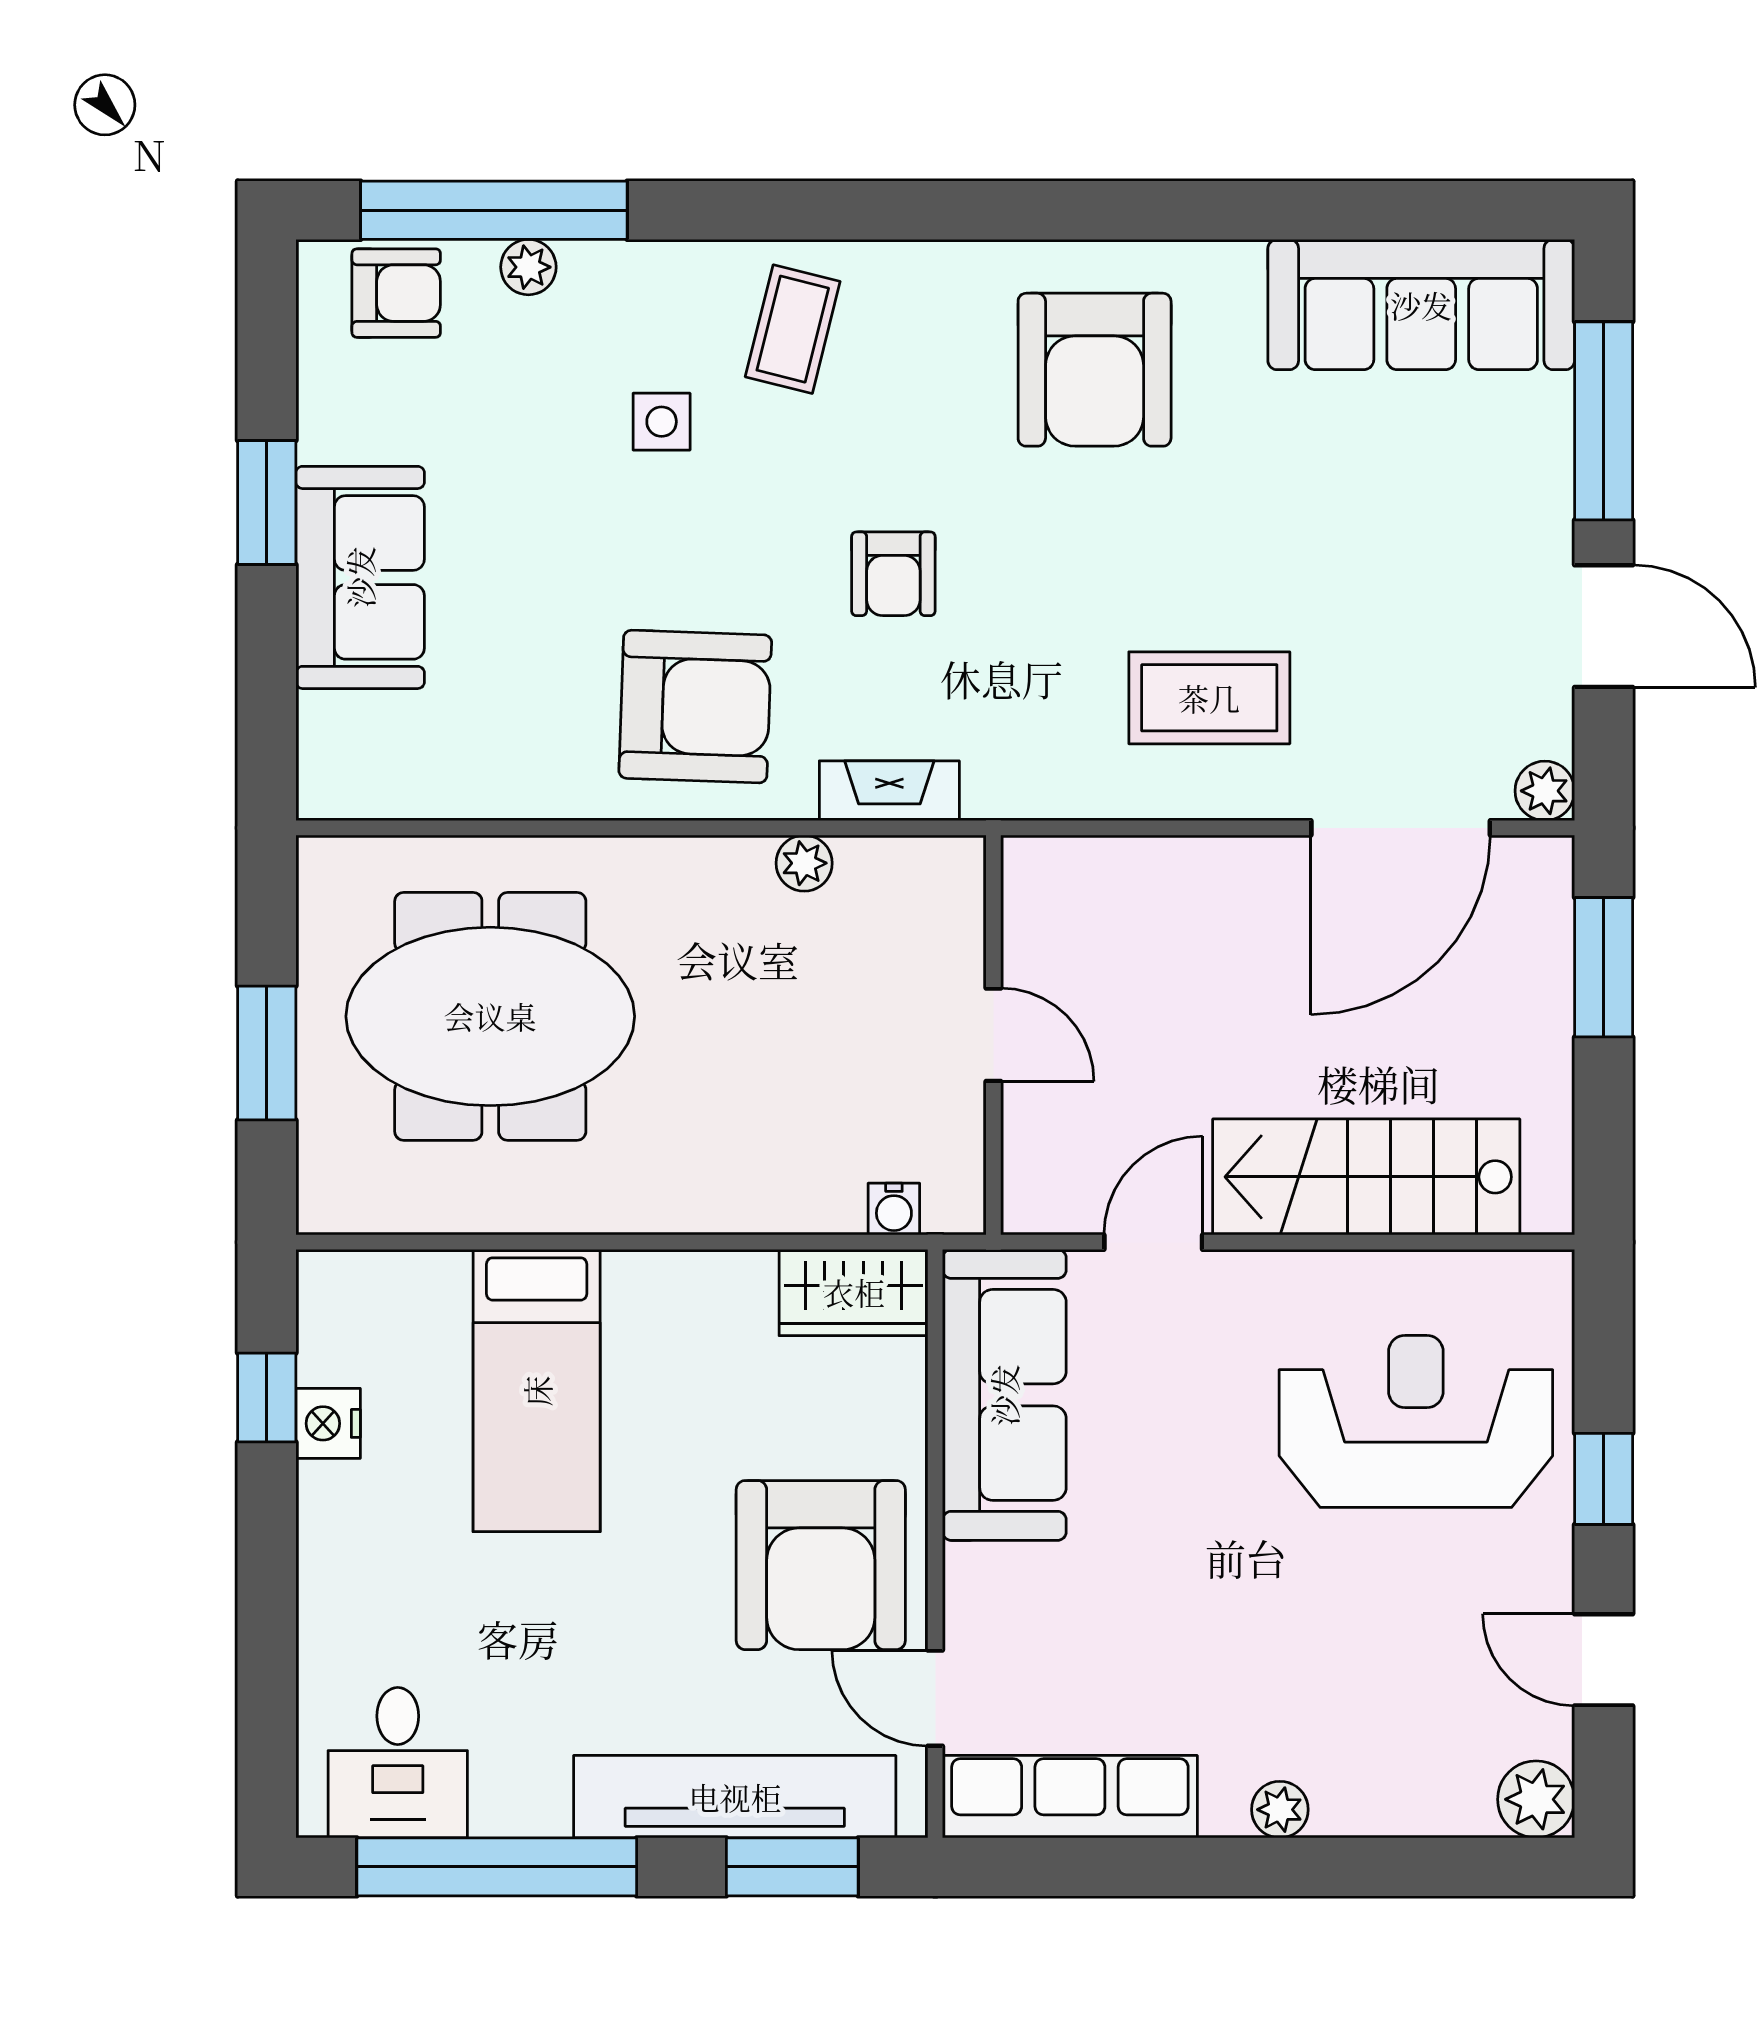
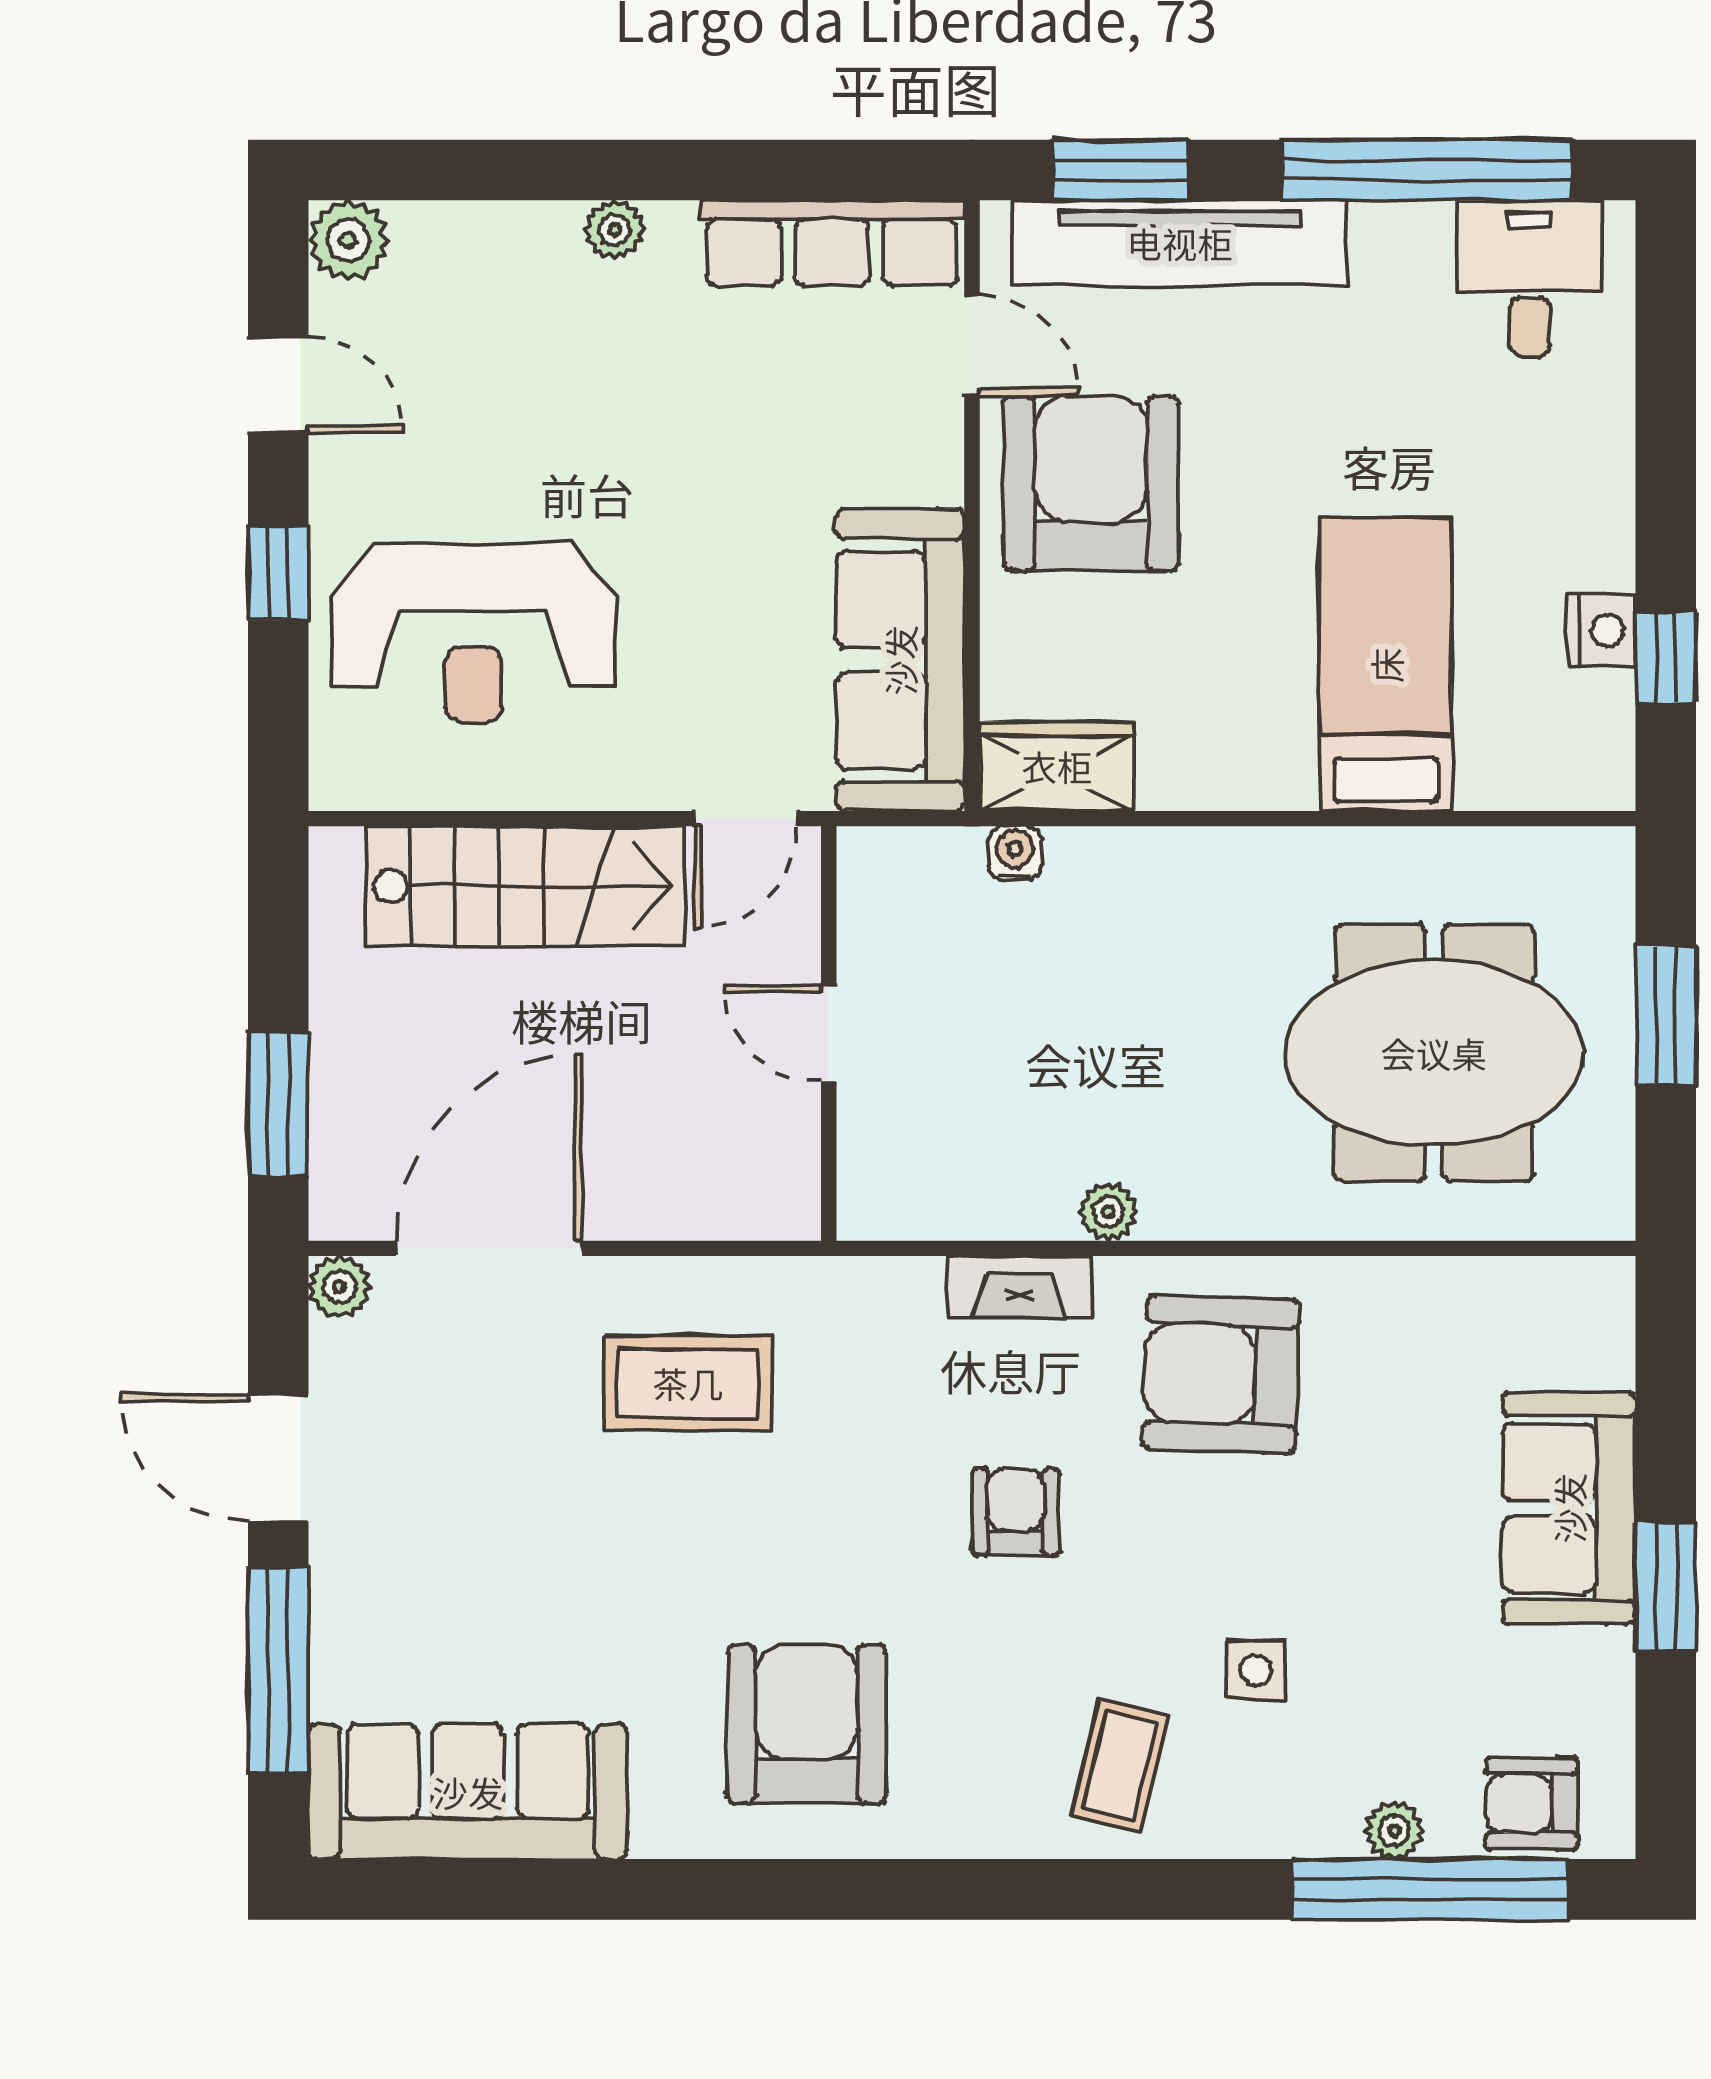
door: (993, 1035) -> (829, 1034), moved
wall: (993, 1035) -> (829, 1034), moved

